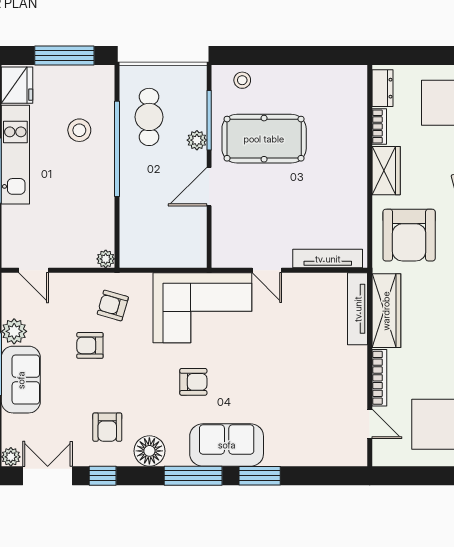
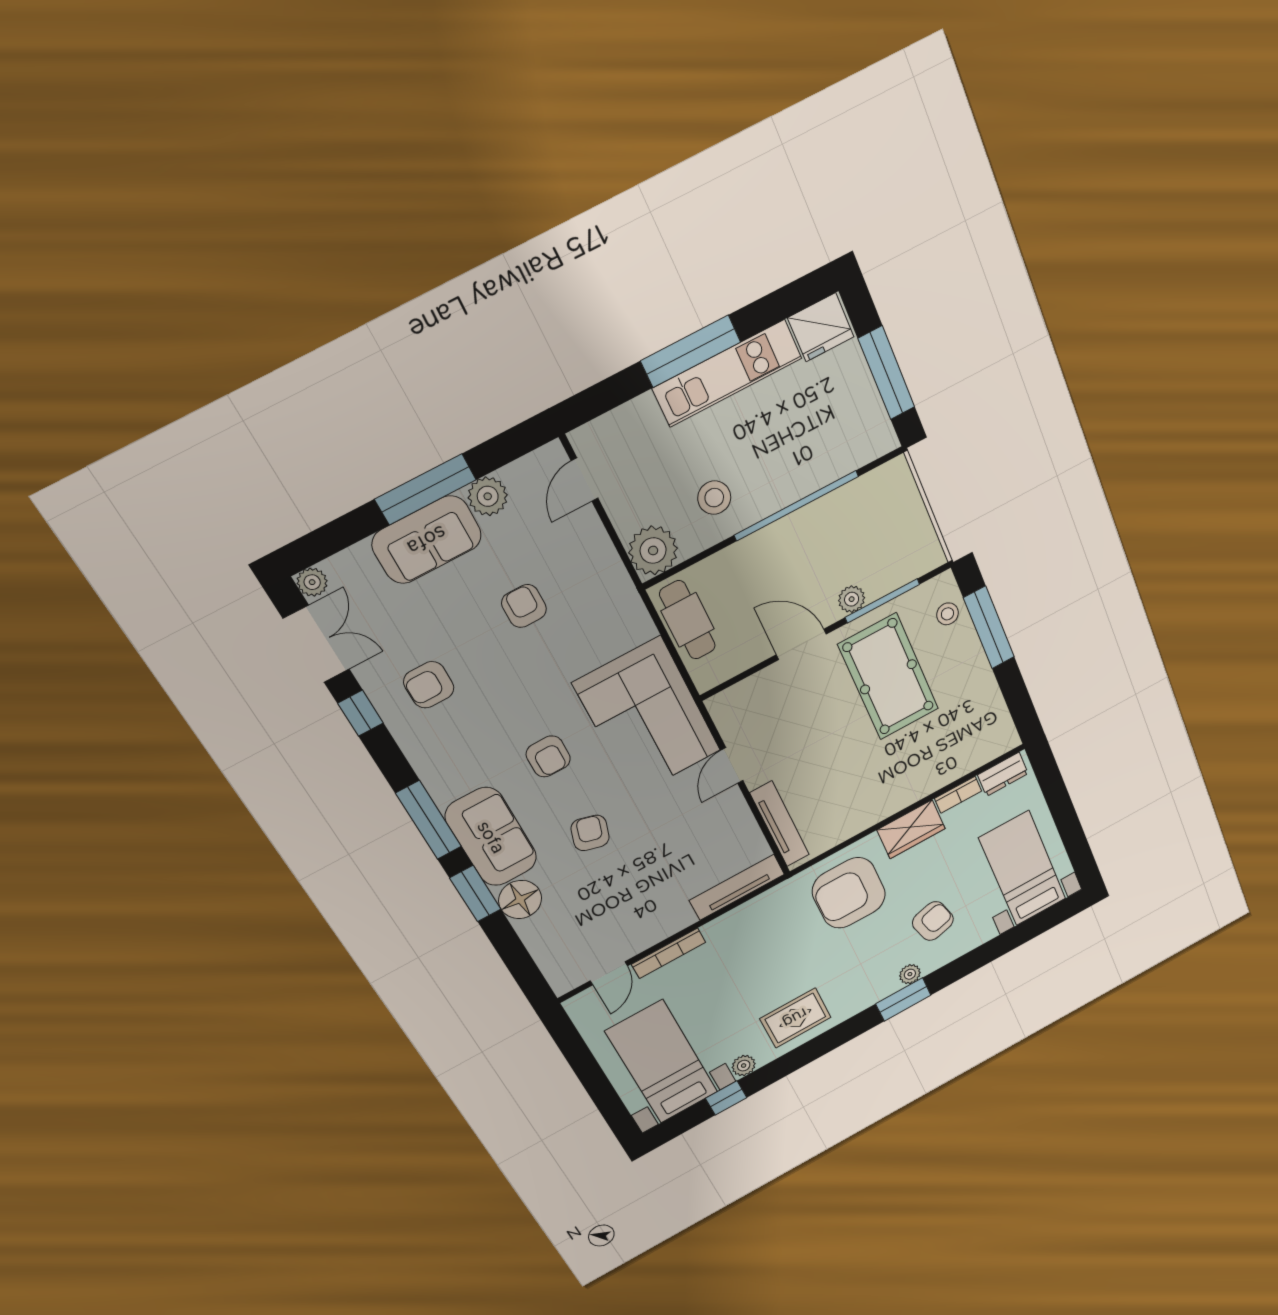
window: (268, 55) -> (989, 628), added
cafe table: (149, 117) -> (688, 620), moved, turned 90
stool: (79, 130) -> (714, 498), moved
plant: (106, 259) -> (653, 550), width x1.88, depth x1.88
armchair: (113, 305) -> (590, 833), moved
wardrobe: (386, 311) -> (751, 918), removed
floor lamp: (149, 451) -> (520, 899), moved

